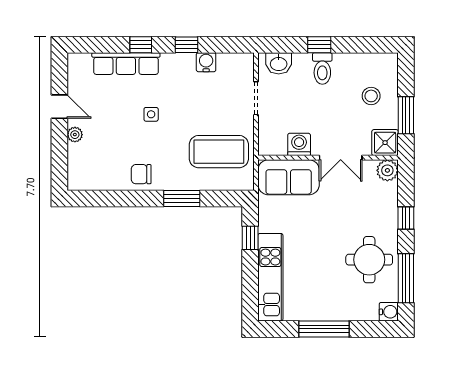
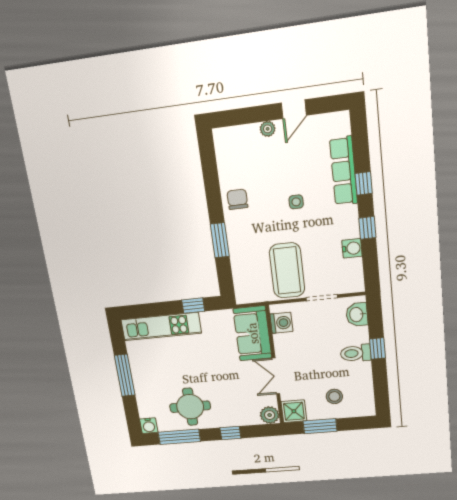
washing machine: (299, 144) -> (281, 323), moved
coffee table: (219, 152) -> (287, 270), moved

